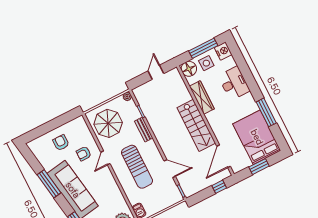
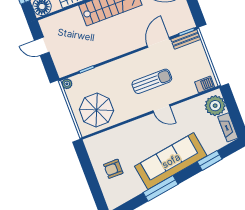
bench: (144, 130) -> (186, 39), moved
armchair: (84, 154) -> (129, 143), removed
door: (105, 158) -> (161, 109), moved
sun lounger: (137, 167) -> (152, 81), width x0.73, depth x0.75

